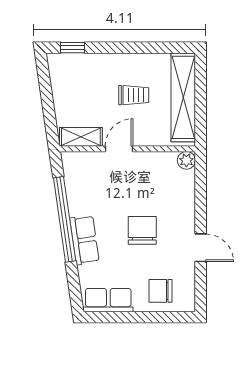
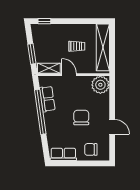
window: (49, 110) -> (32, 54), added
door: (119, 149) -> (69, 75), hinge flipped
plant: (186, 160) -> (100, 85), width x1.87, depth x1.87
row of seats: (84, 240) -> (47, 99), moved

